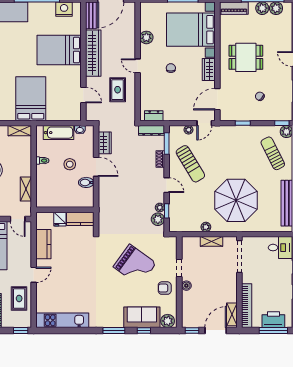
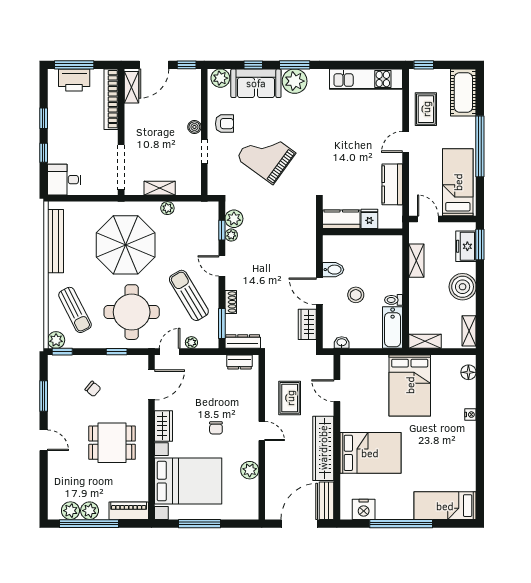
bathtub: (59, 133) -> (393, 328), moved, turned -90
round table: (232, 152) -> (132, 312), added
plant: (114, 319) -> (295, 81), added

